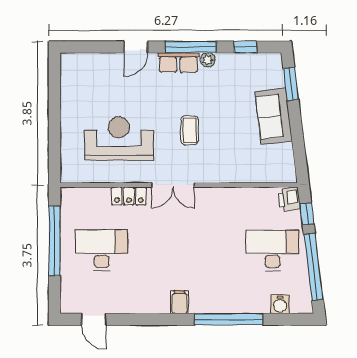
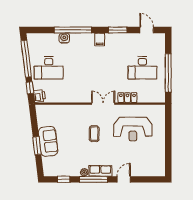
window: (291, 84) -> (37, 146), moved
water cooler: (280, 304) -> (64, 38), moved
window: (147, 319) -> (118, 30), added

